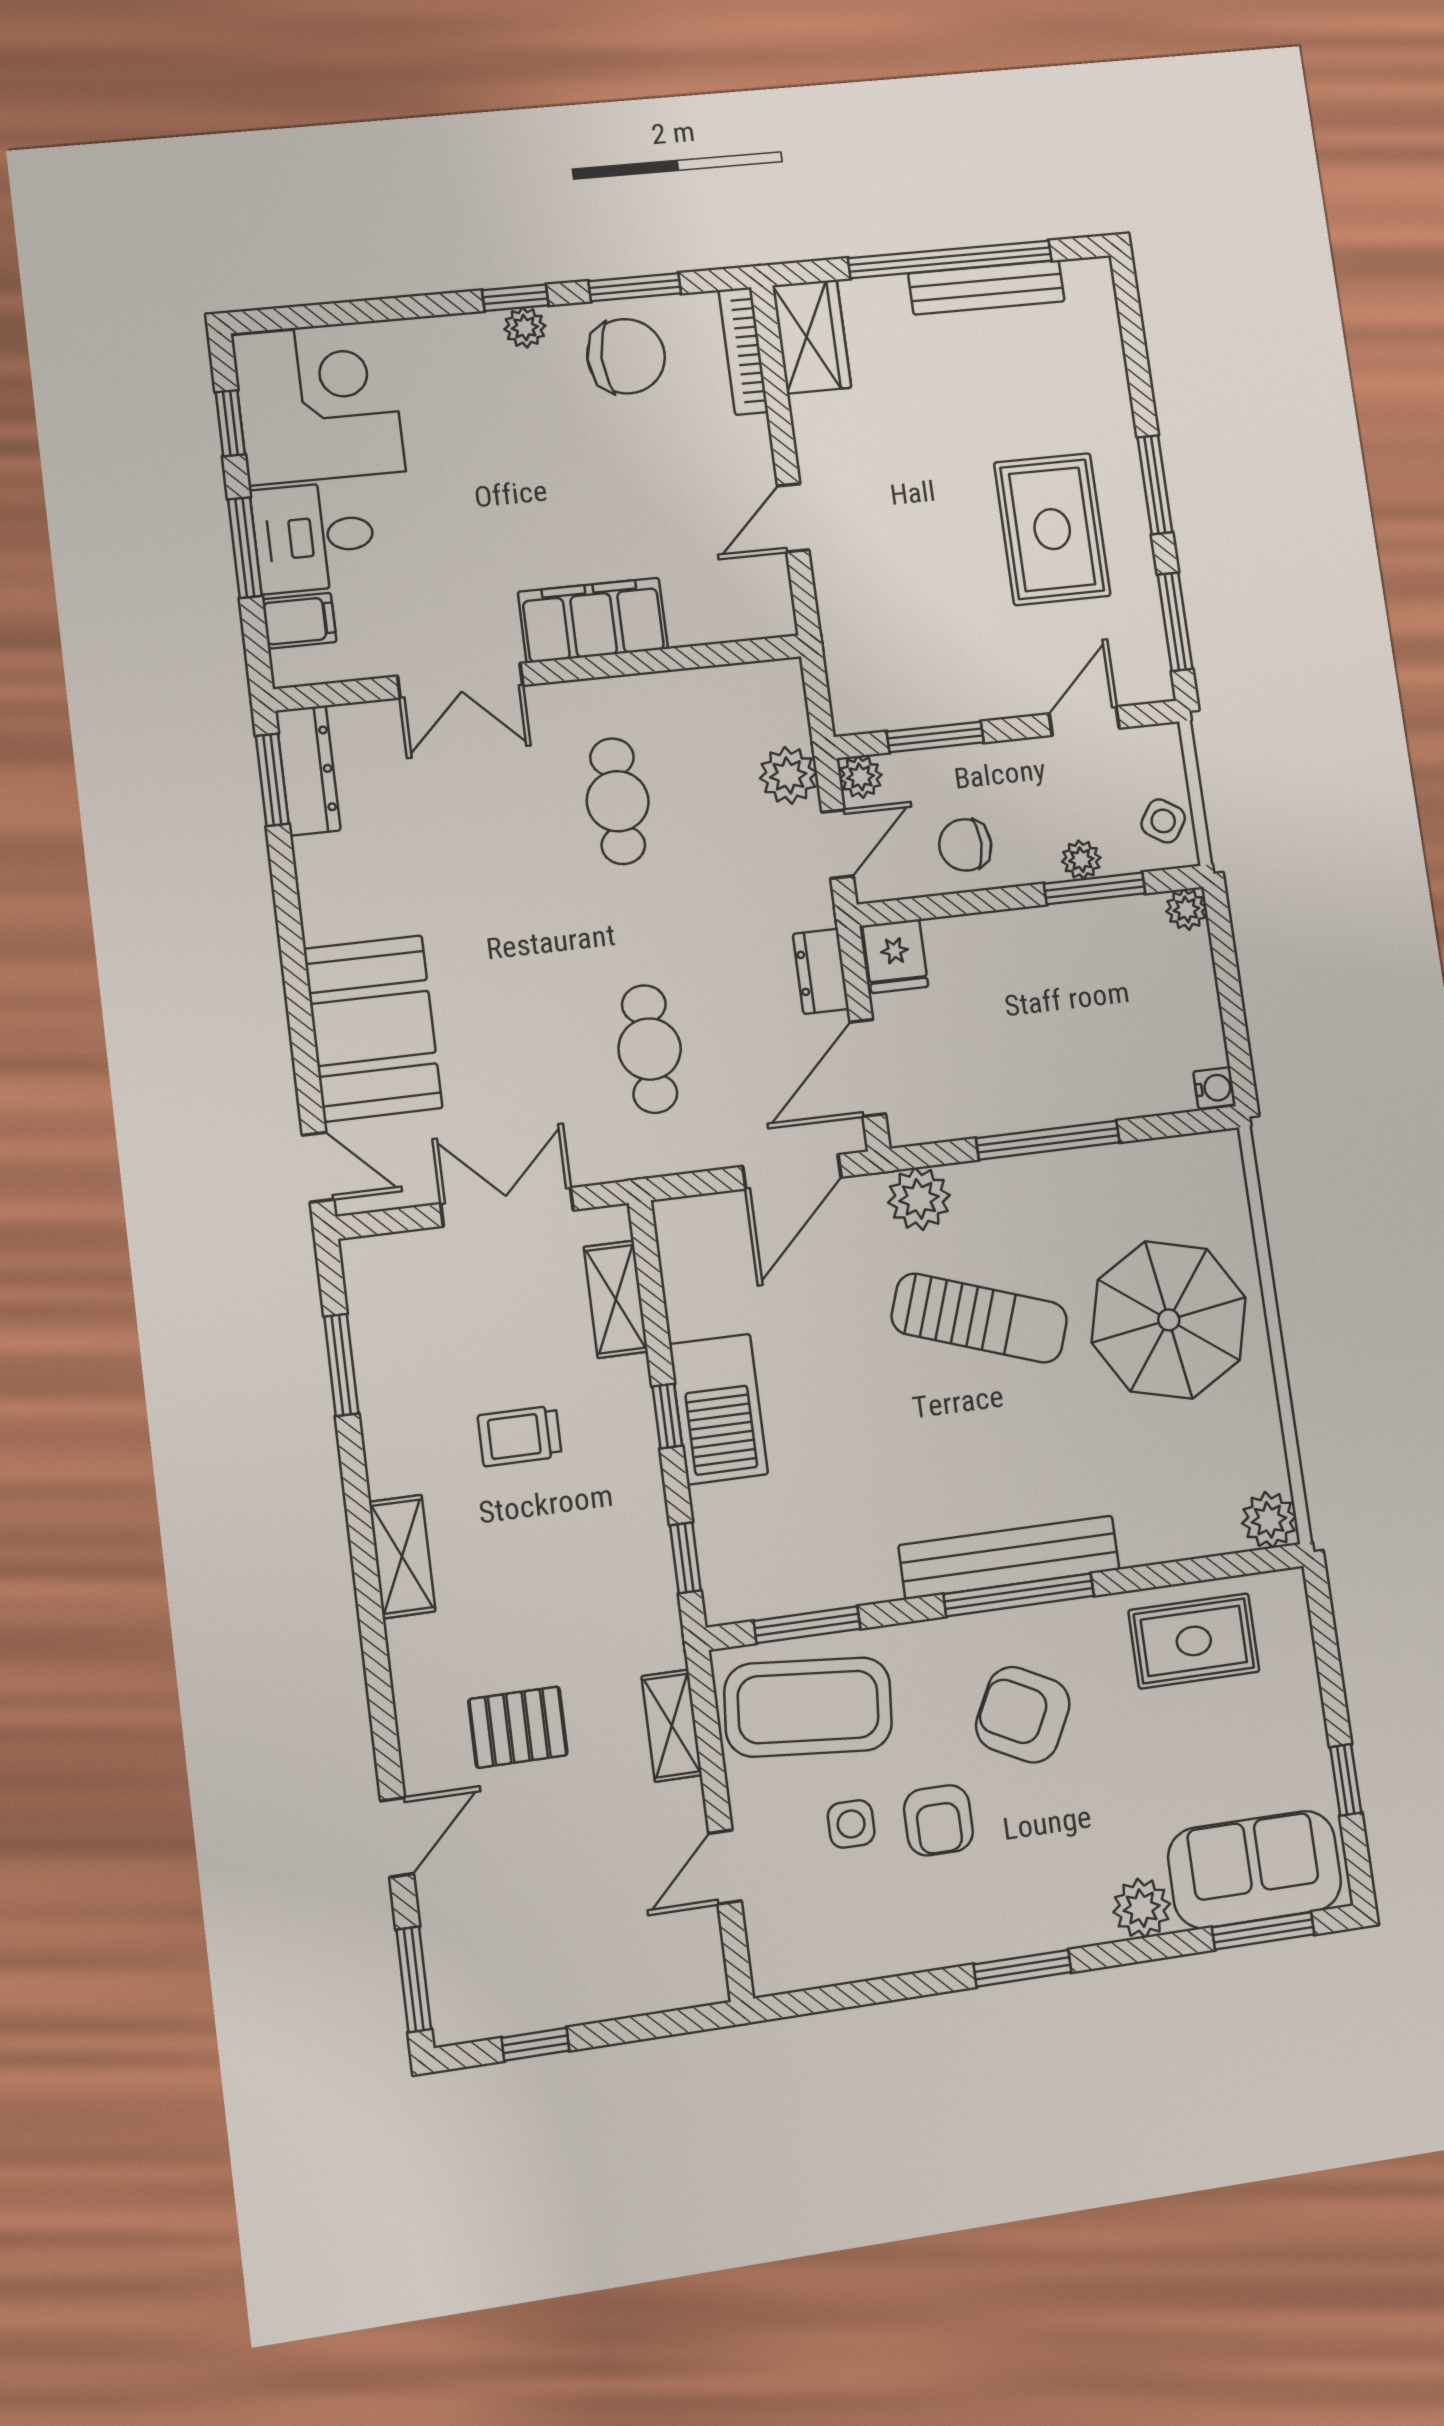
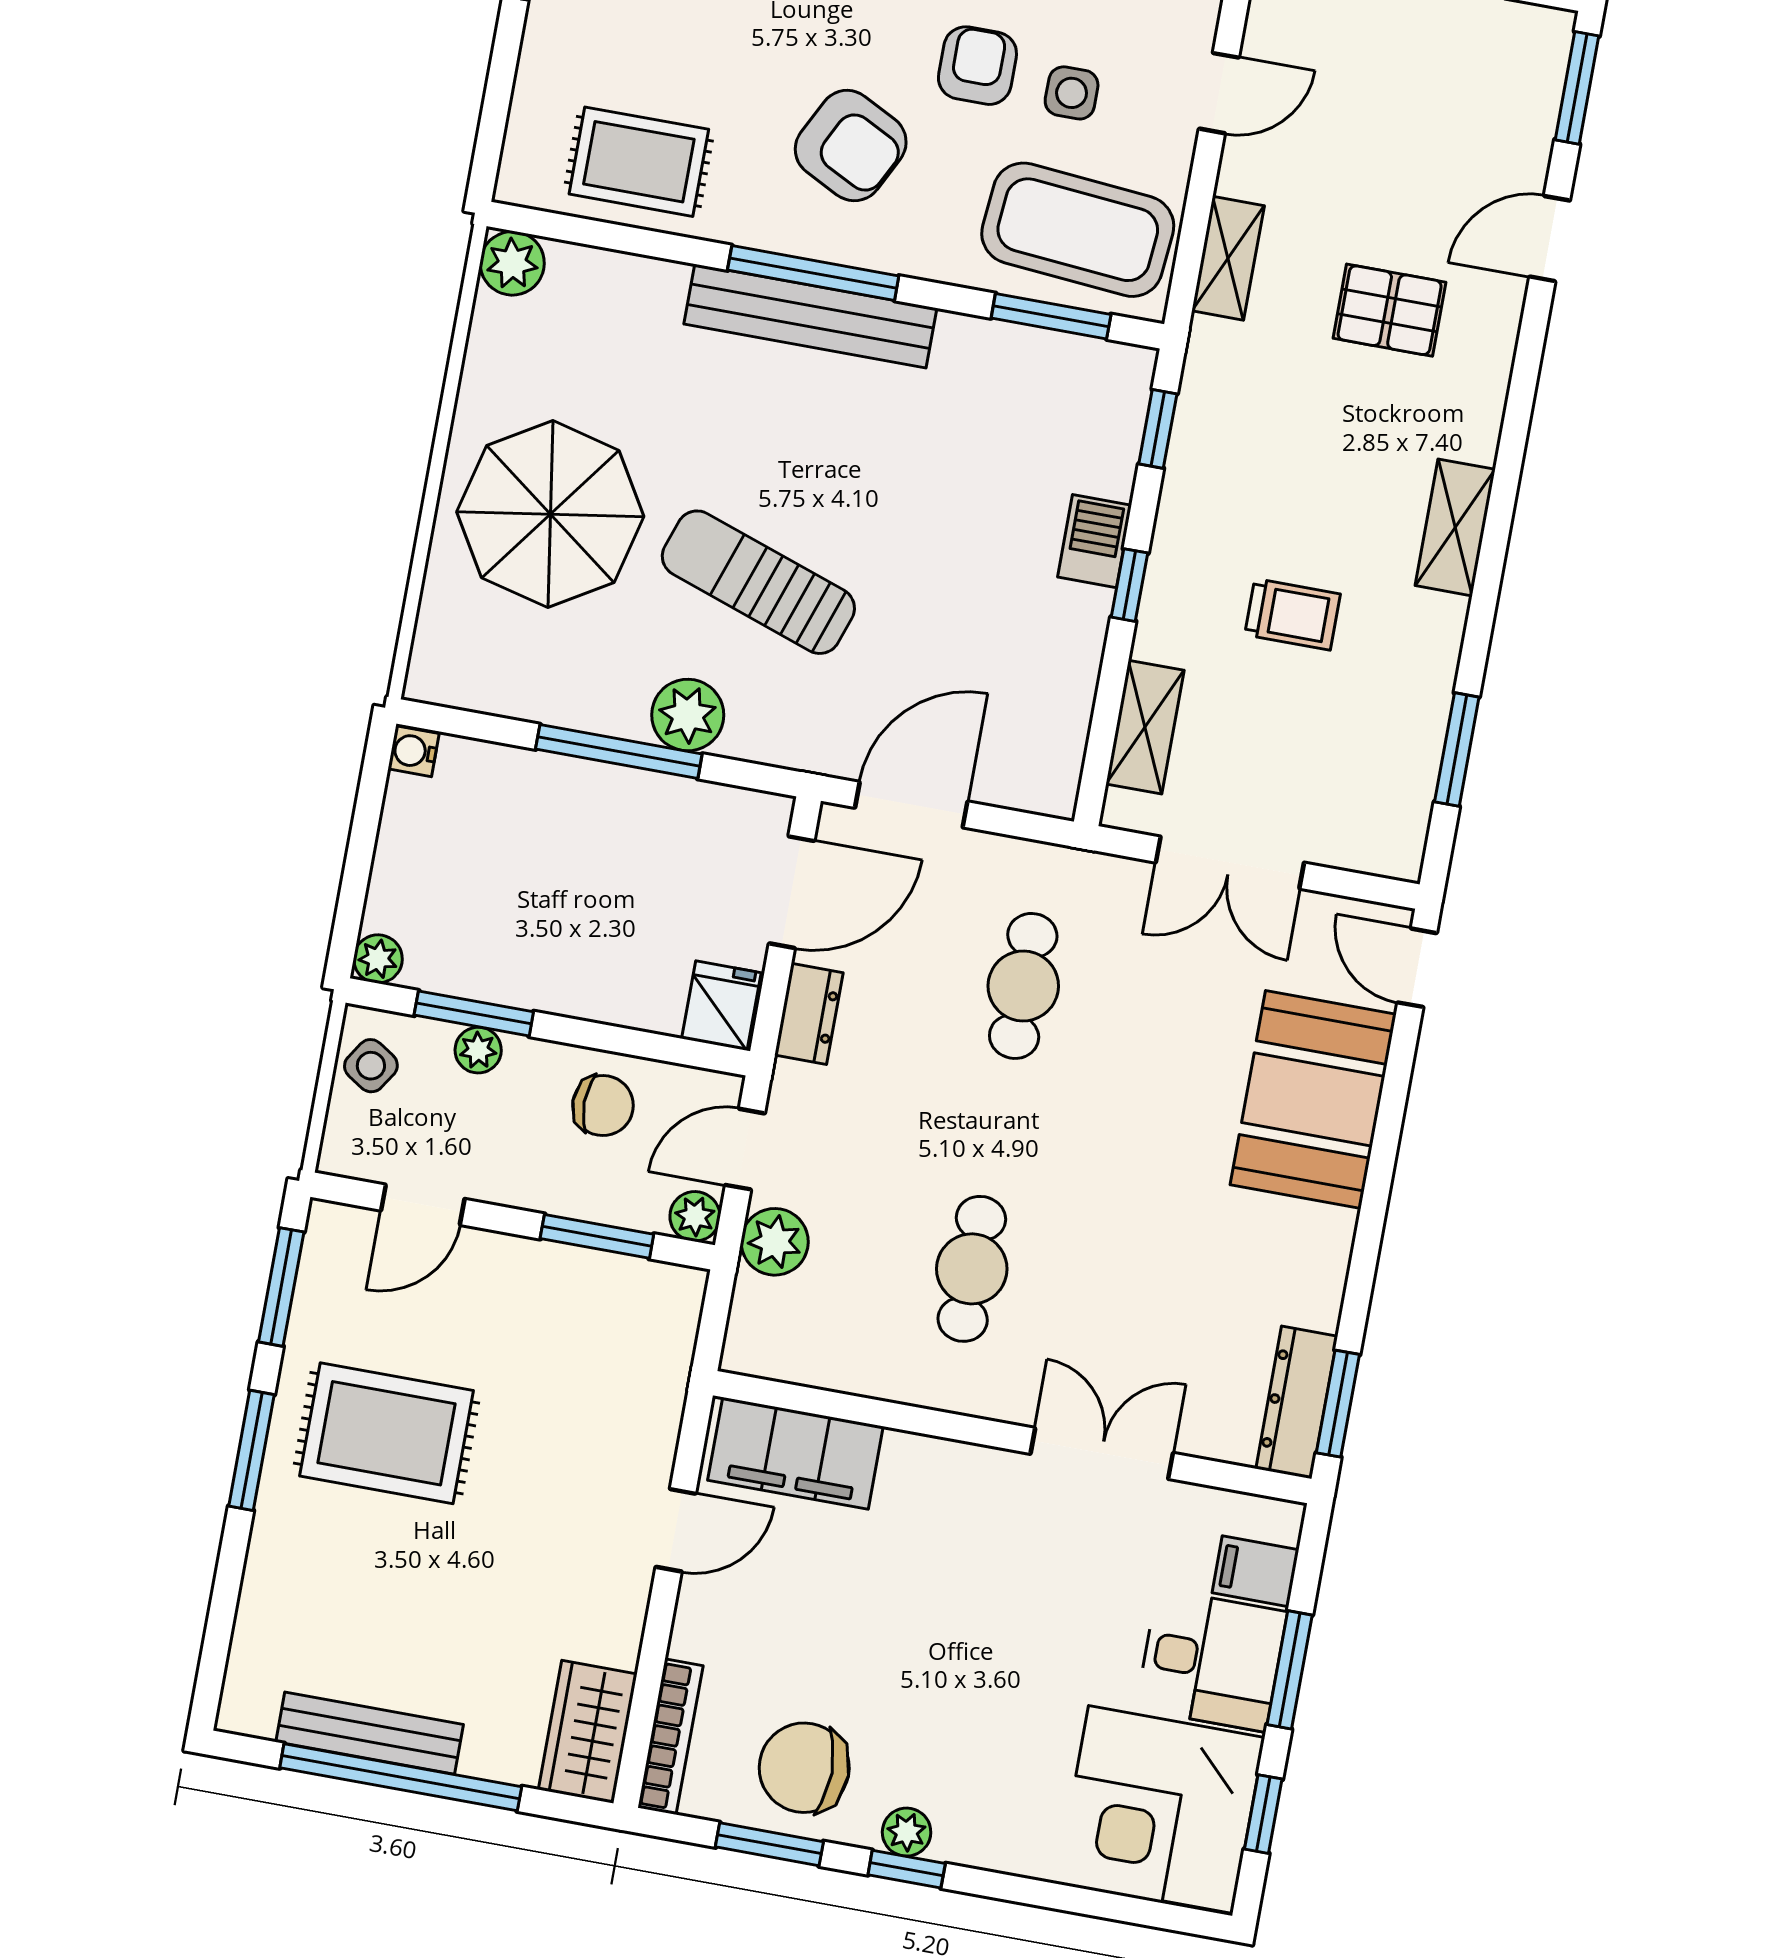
rug: (1052, 529) -> (387, 1433), turned 90
filing cabinet: (593, 620) -> (795, 1453), moved
plant: (919, 1199) -> (688, 715), moved
barbecue: (719, 1409) -> (1095, 541), width x0.53, depth x0.65

